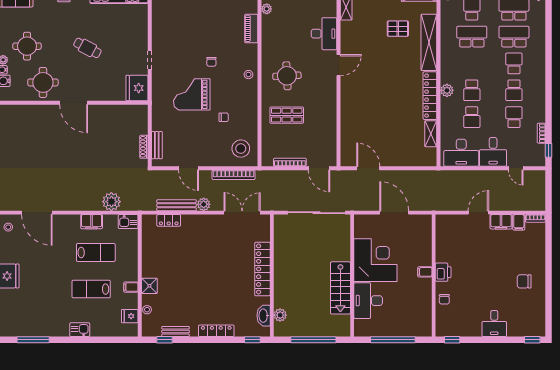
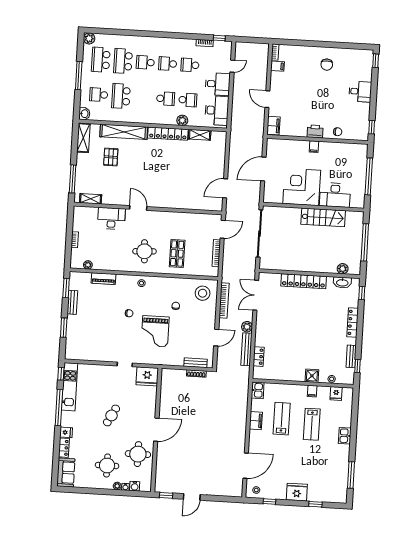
plant: (447, 90) -> (182, 120), moved
school desk: (514, 90) -> (168, 64), turned 180
plant: (111, 202) -> (240, 403), removed
filing cabinet: (501, 222) -> (273, 126), moved

